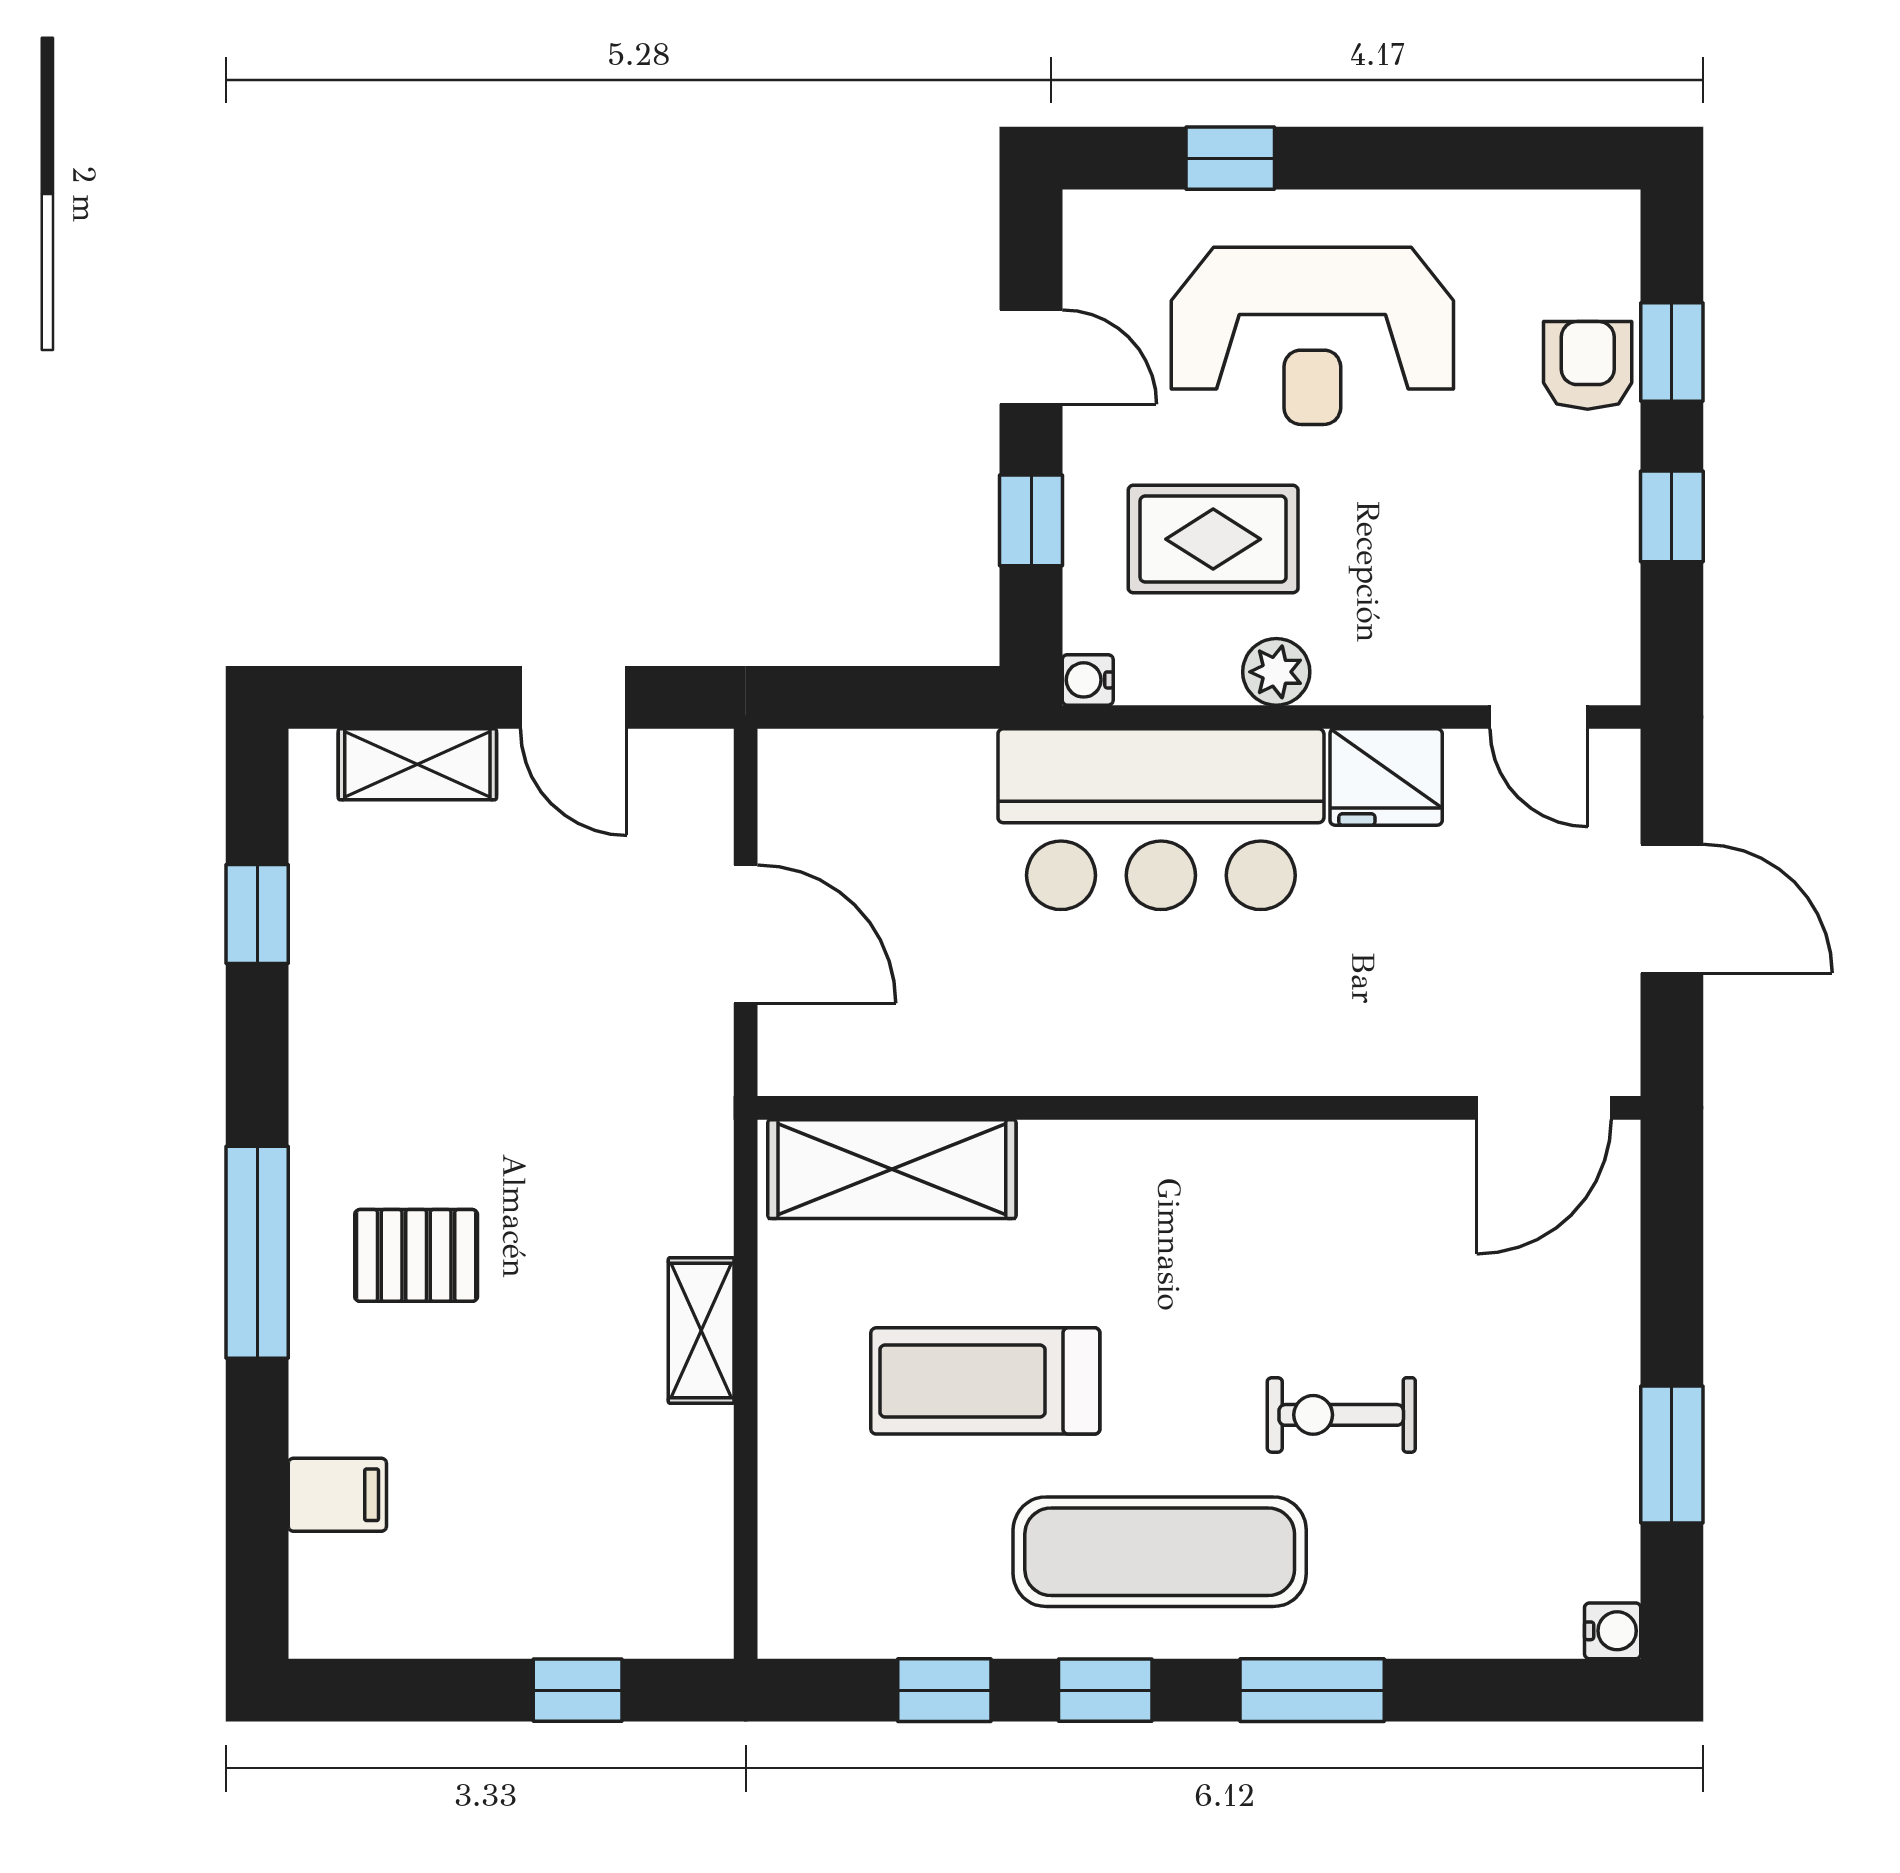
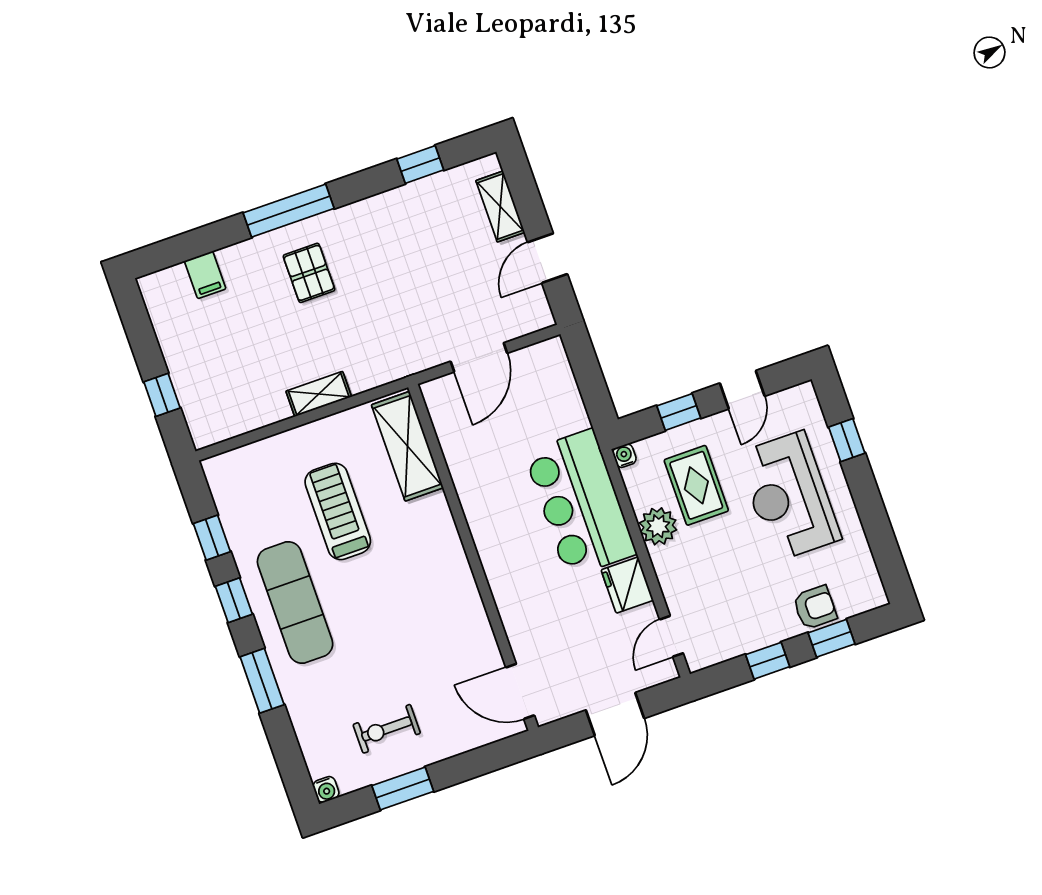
plant: (1276, 672) -> (658, 526), width x1.38, depth x1.38
exercise bike: (1341, 1415) -> (387, 729), moved, turned -90

